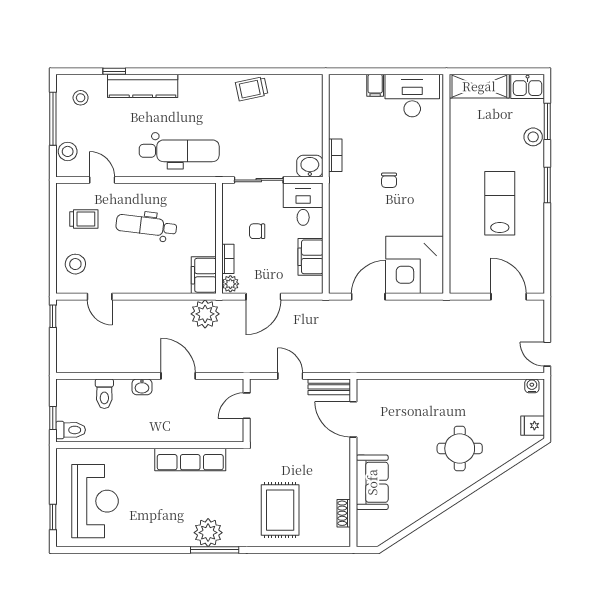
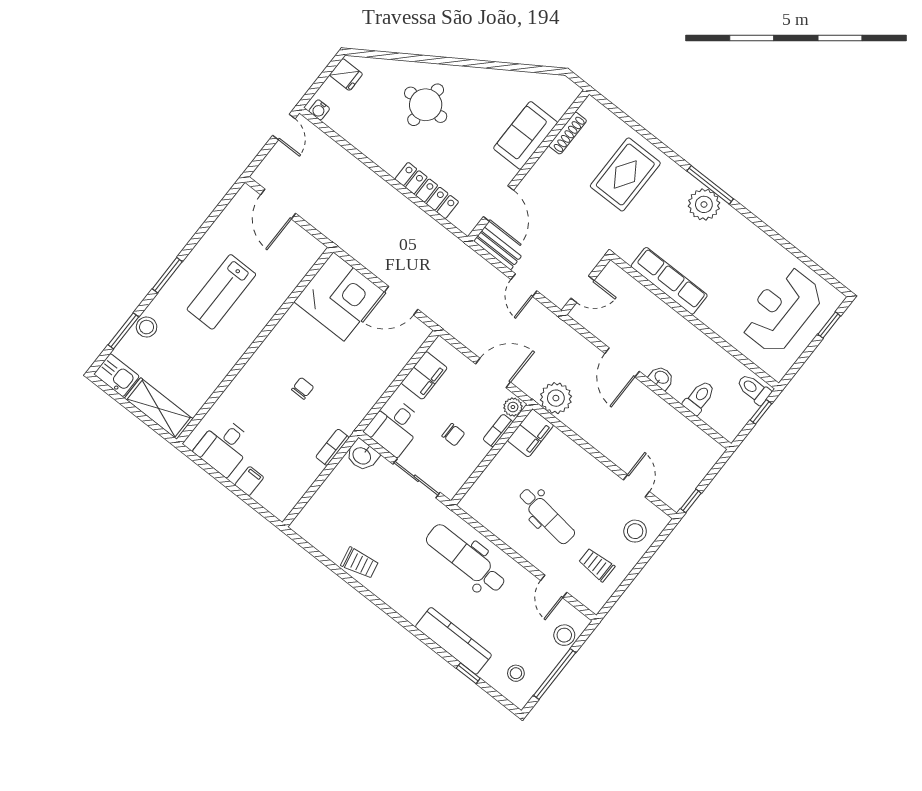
desk: (412, 96) -> (224, 447), width x0.73
locker: (411, 389) -> (427, 190), added
shoe rack: (344, 513) -> (568, 133), width x1.43

